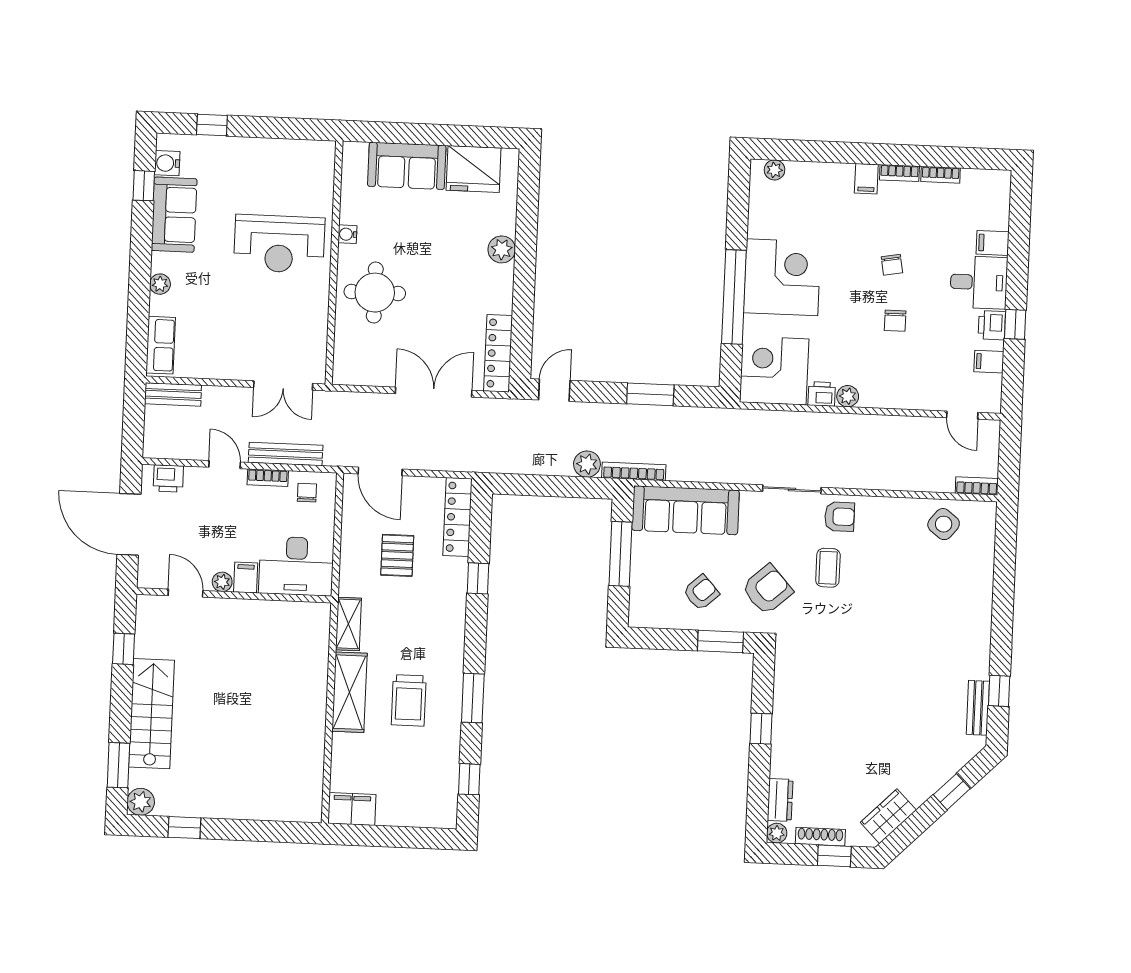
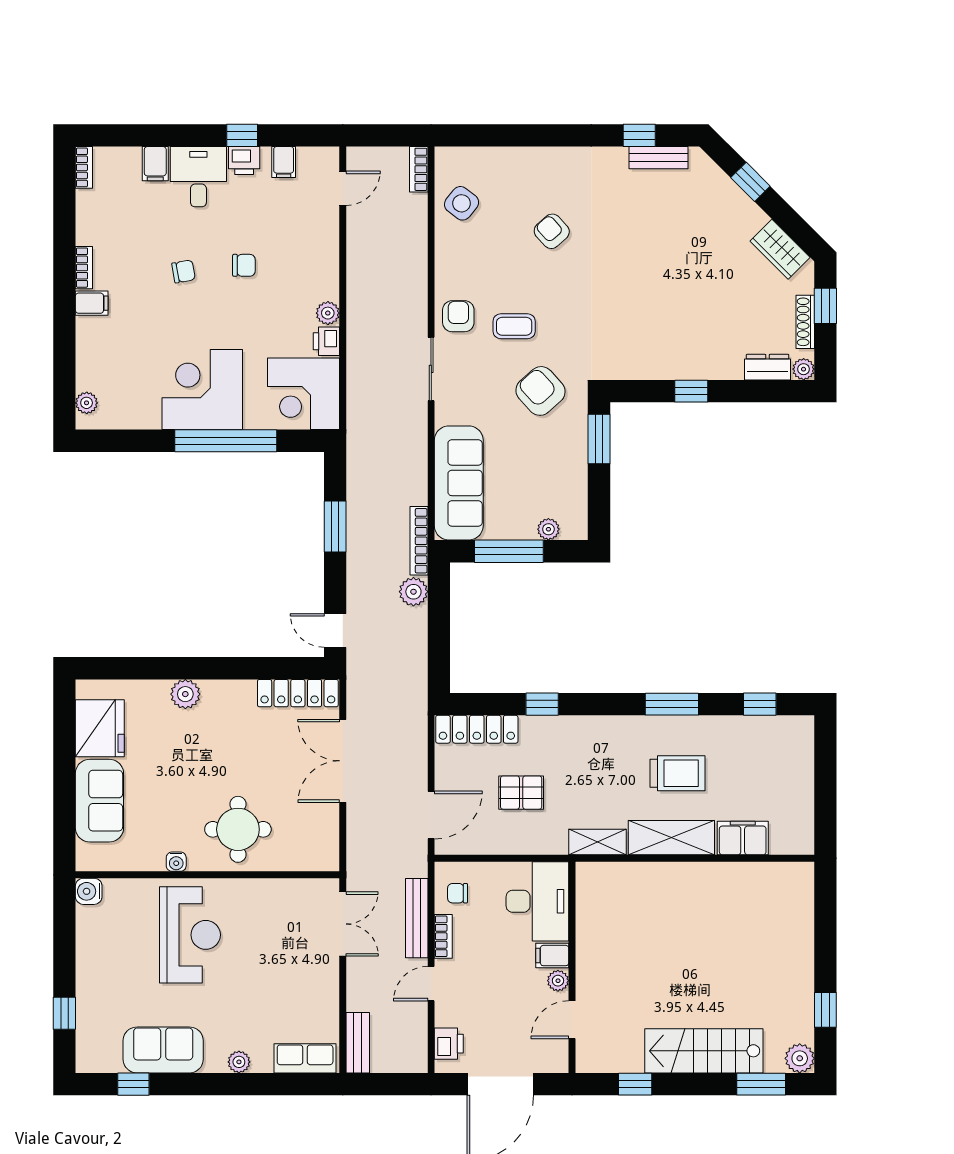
water cooler: (167, 163) -> (89, 891), moved, turned 90
bookcase: (941, 175) -> (84, 167), moved
plant: (639, 591) -> (548, 529), added
armchair: (701, 592) -> (552, 231), moved
filing cabinet: (352, 809) -> (743, 838), moved, turned 90

